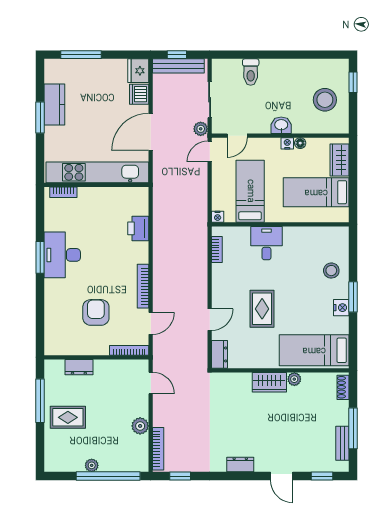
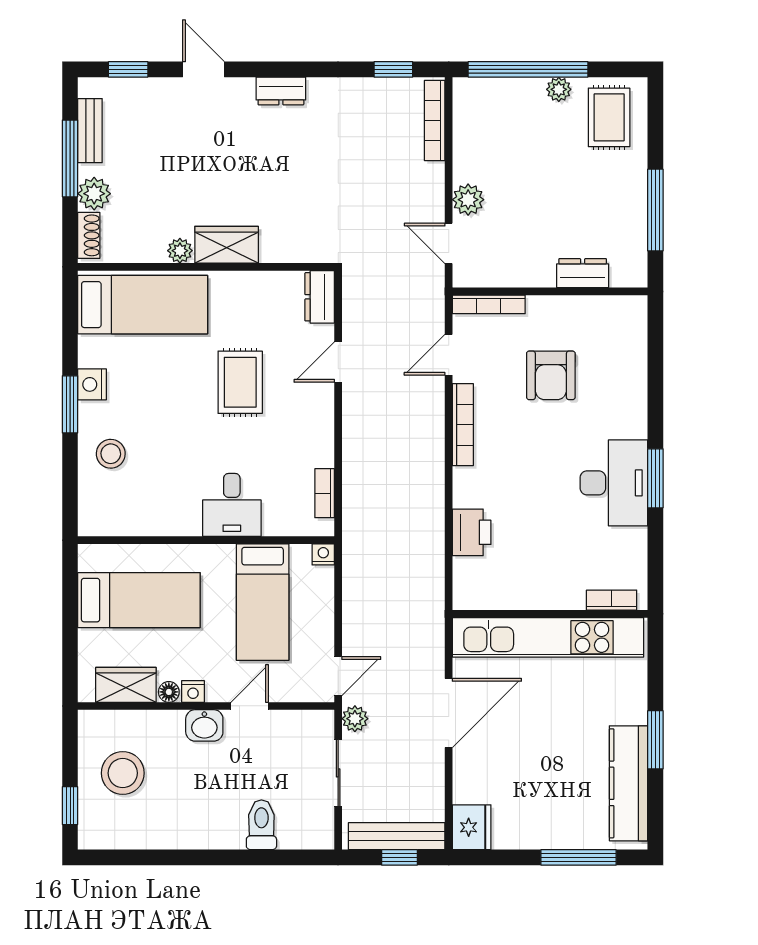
dishwasher: (139, 94) -> (470, 783), removed
kitchen counter: (54, 105) -> (628, 783), width x1.50
door: (237, 136) -> (250, 706), moved
wardrobe: (340, 160) -> (126, 685), moved, turned -90
plant: (340, 410) -> (94, 194), added
rug: (68, 417) -> (609, 117), moved, turned 90
plant: (140, 426) -> (468, 200), moved

